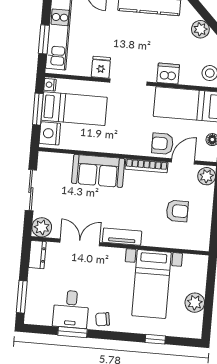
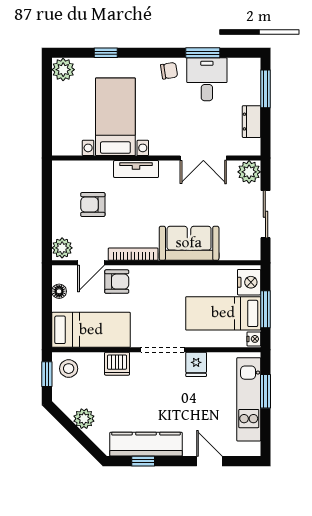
tv unit: (122, 237) -> (136, 169), moved
dresser: (37, 255) -> (252, 122), moved
plant: (195, 303) -> (63, 70), moved

